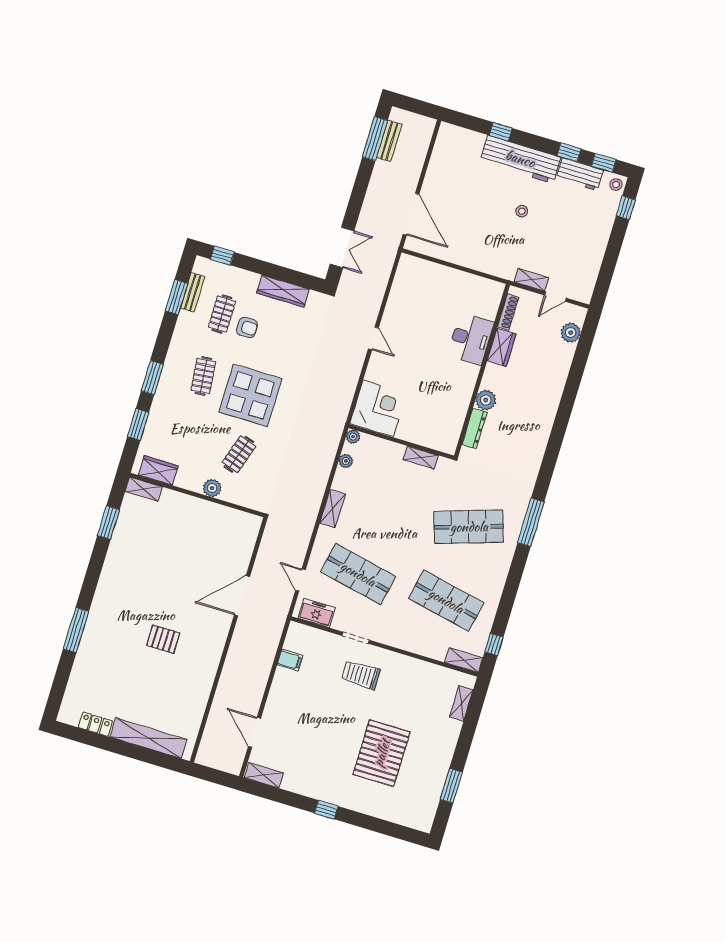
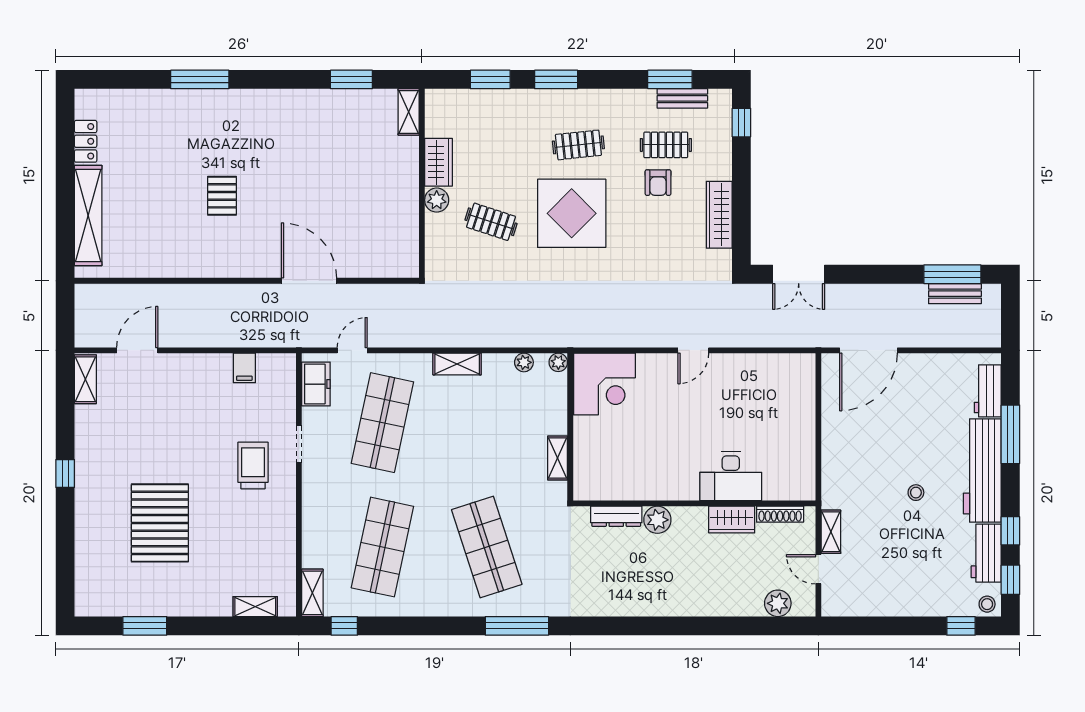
window: (501, 132) -> (1010, 434), width x2.17
workbench: (465, 139) -> (988, 391), added
wardrobe: (158, 470) -> (438, 162), moved
pallet: (382, 753) -> (160, 523), turned 90

